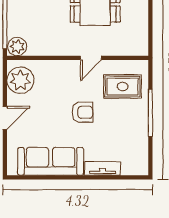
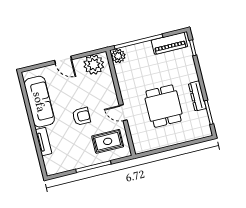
rug: (123, 87) -> (108, 141), turned 90
armchair: (82, 112) -> (81, 116), turned -90

